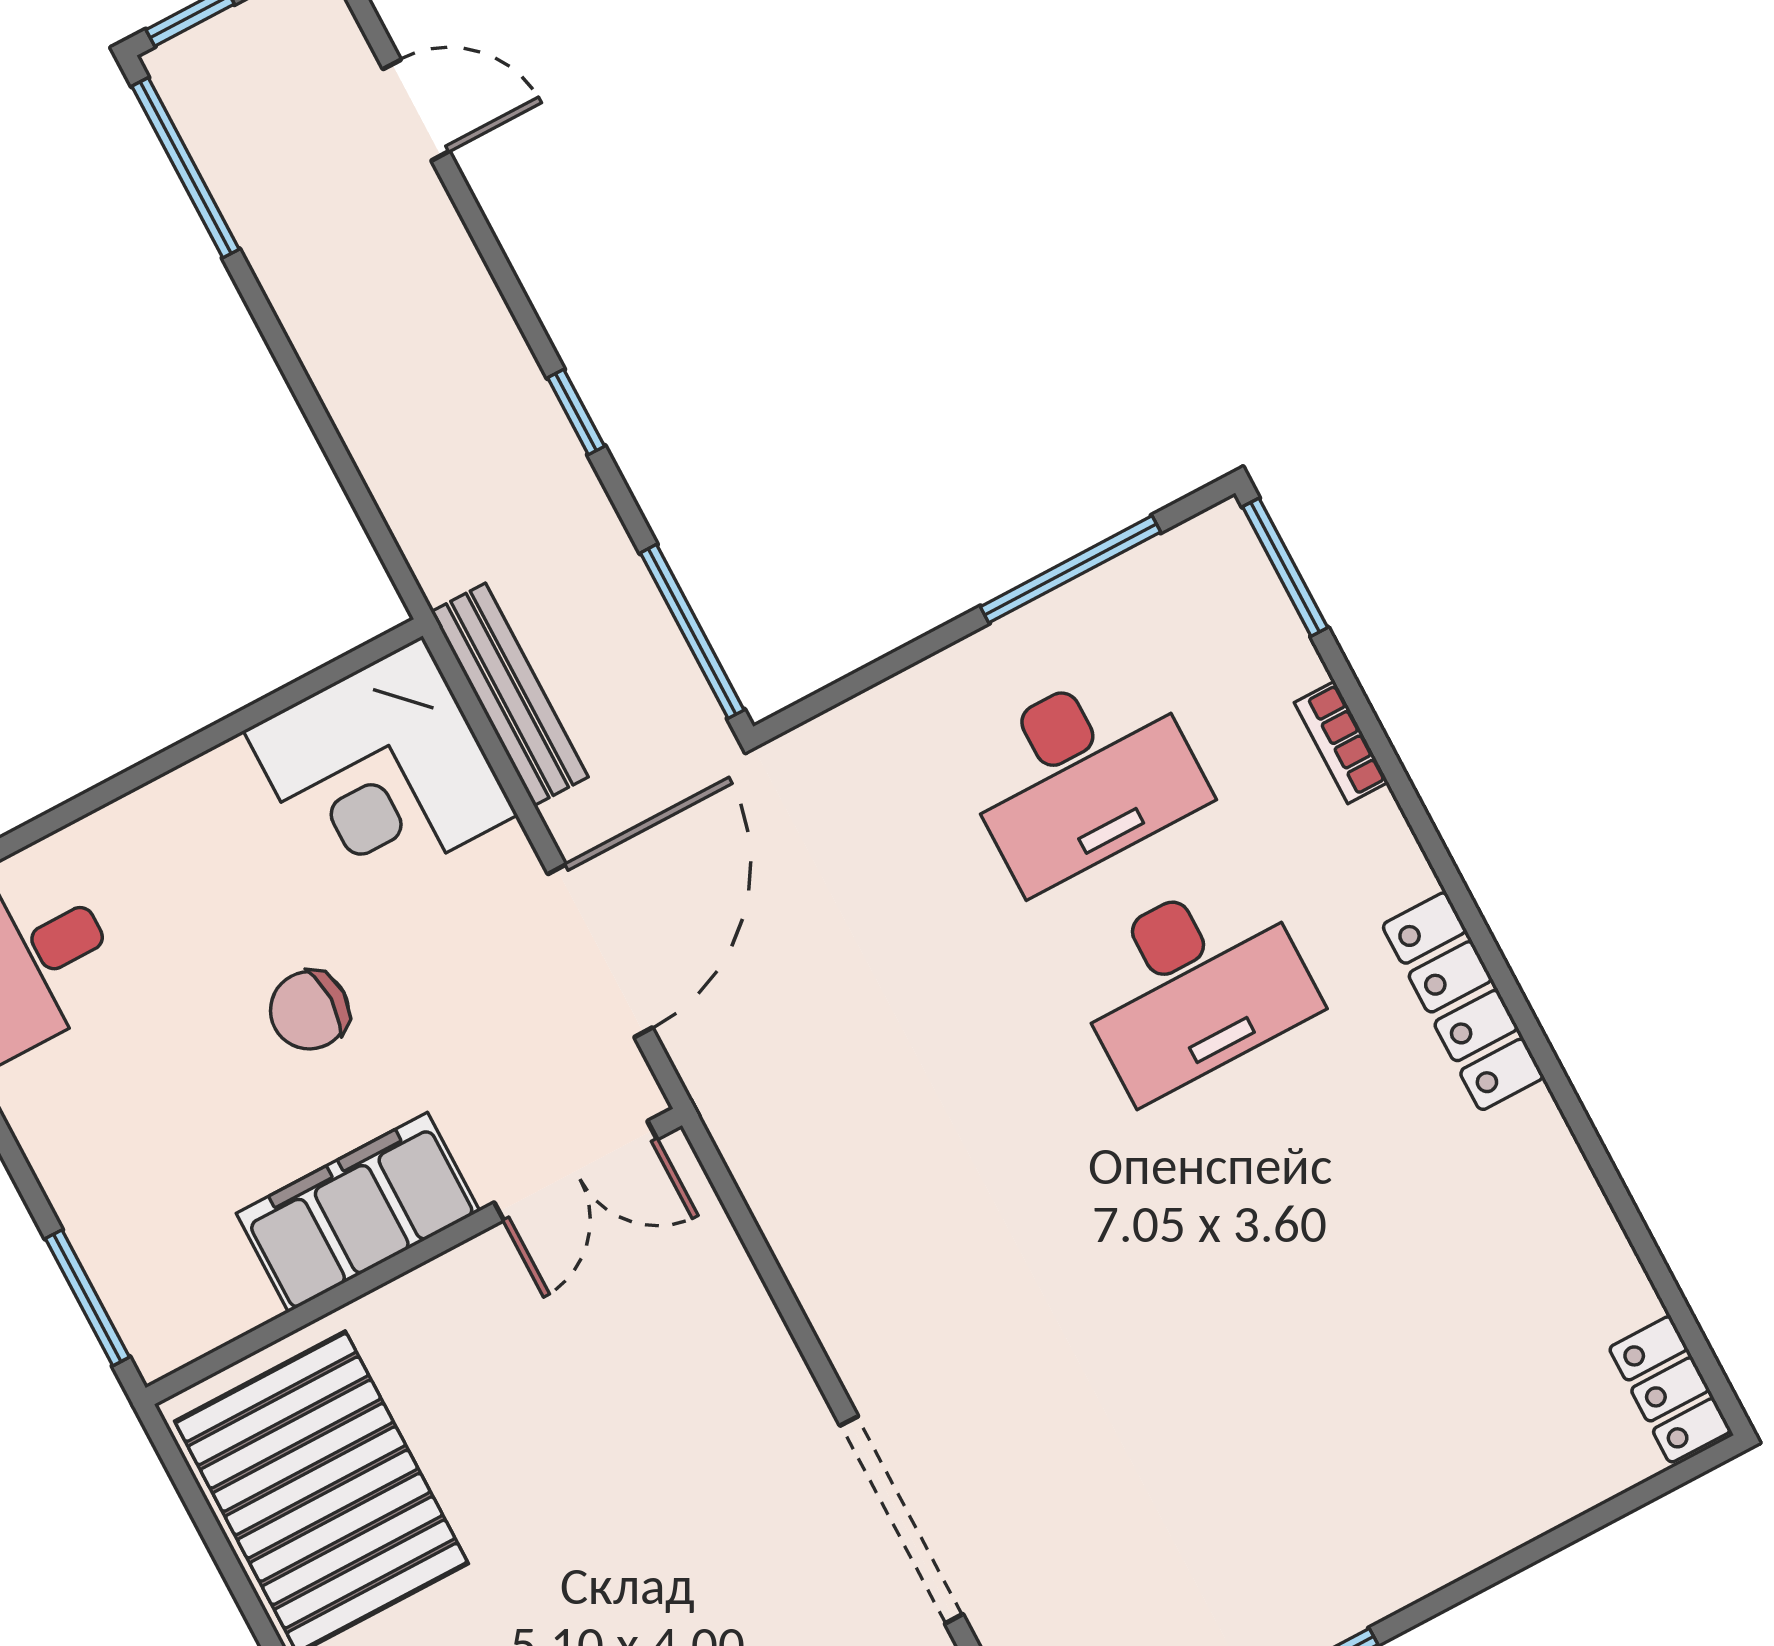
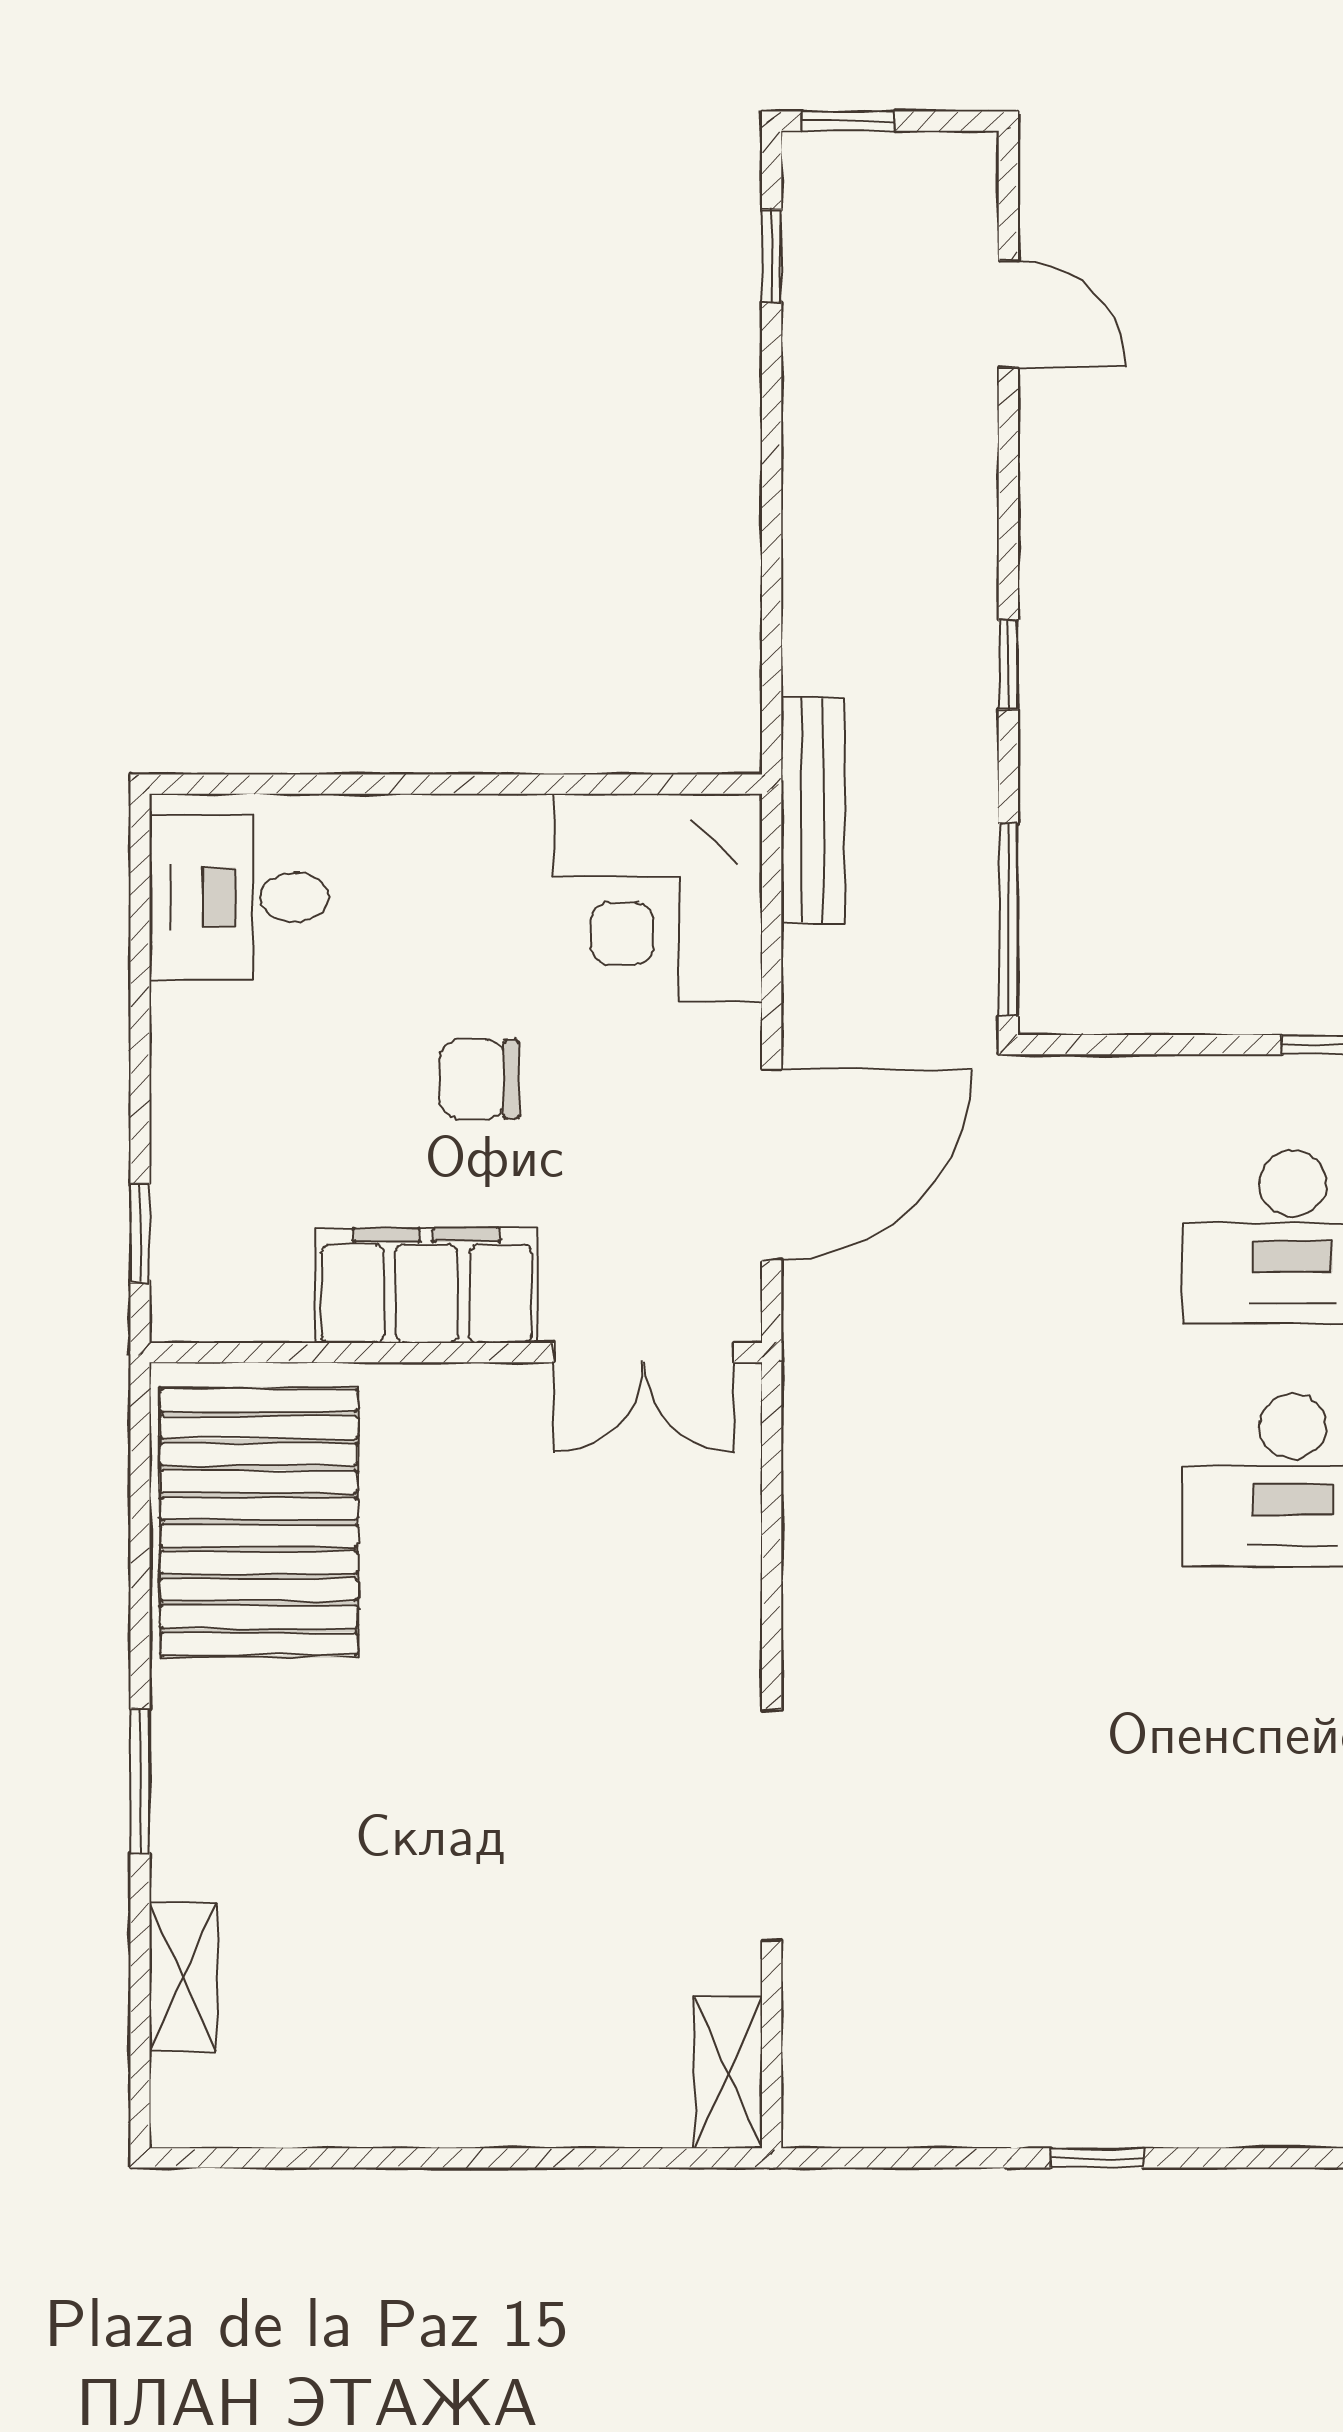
window: (186, 168) -> (772, 256), width x0.46
bench: (510, 694) -> (813, 810), moved
window: (87, 1298) -> (140, 1233), width x0.67

